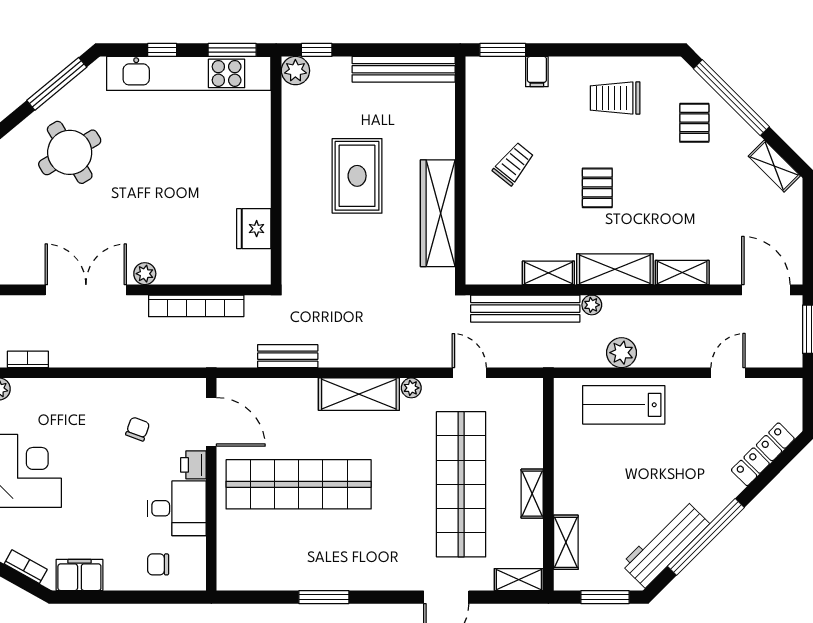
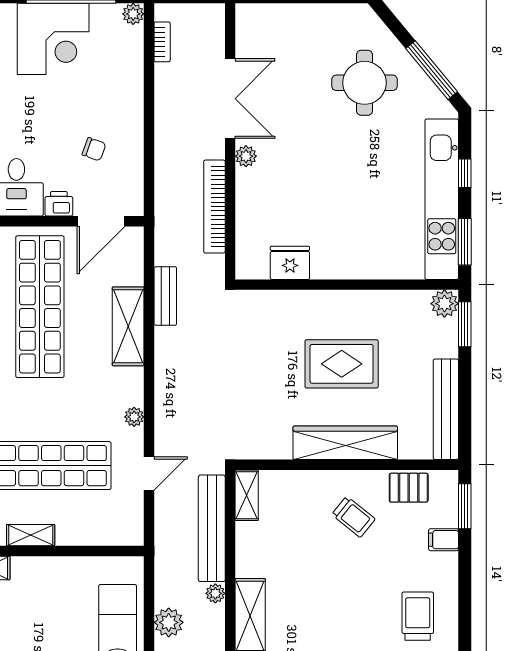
window: (317, 50) -> (465, 324), width x1.50
round table: (70, 152) -> (364, 83), turned 31
pallet: (597, 188) -> (409, 488), moved
wardrobe: (438, 213) -> (345, 443), moved
shelving: (548, 273) -> (247, 495), moved
shelving: (359, 394) -> (128, 326), moved

